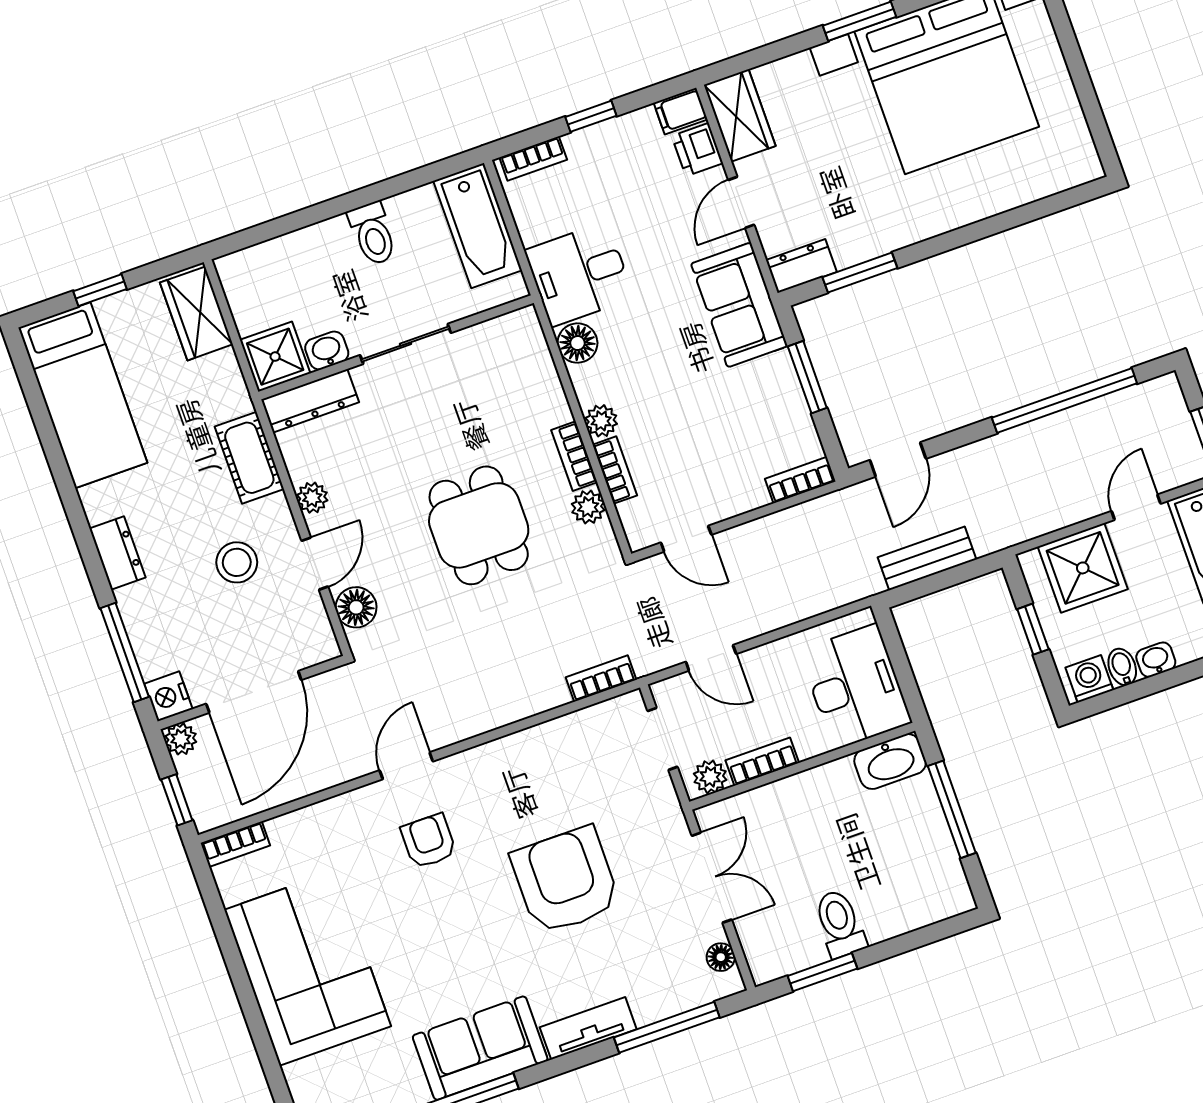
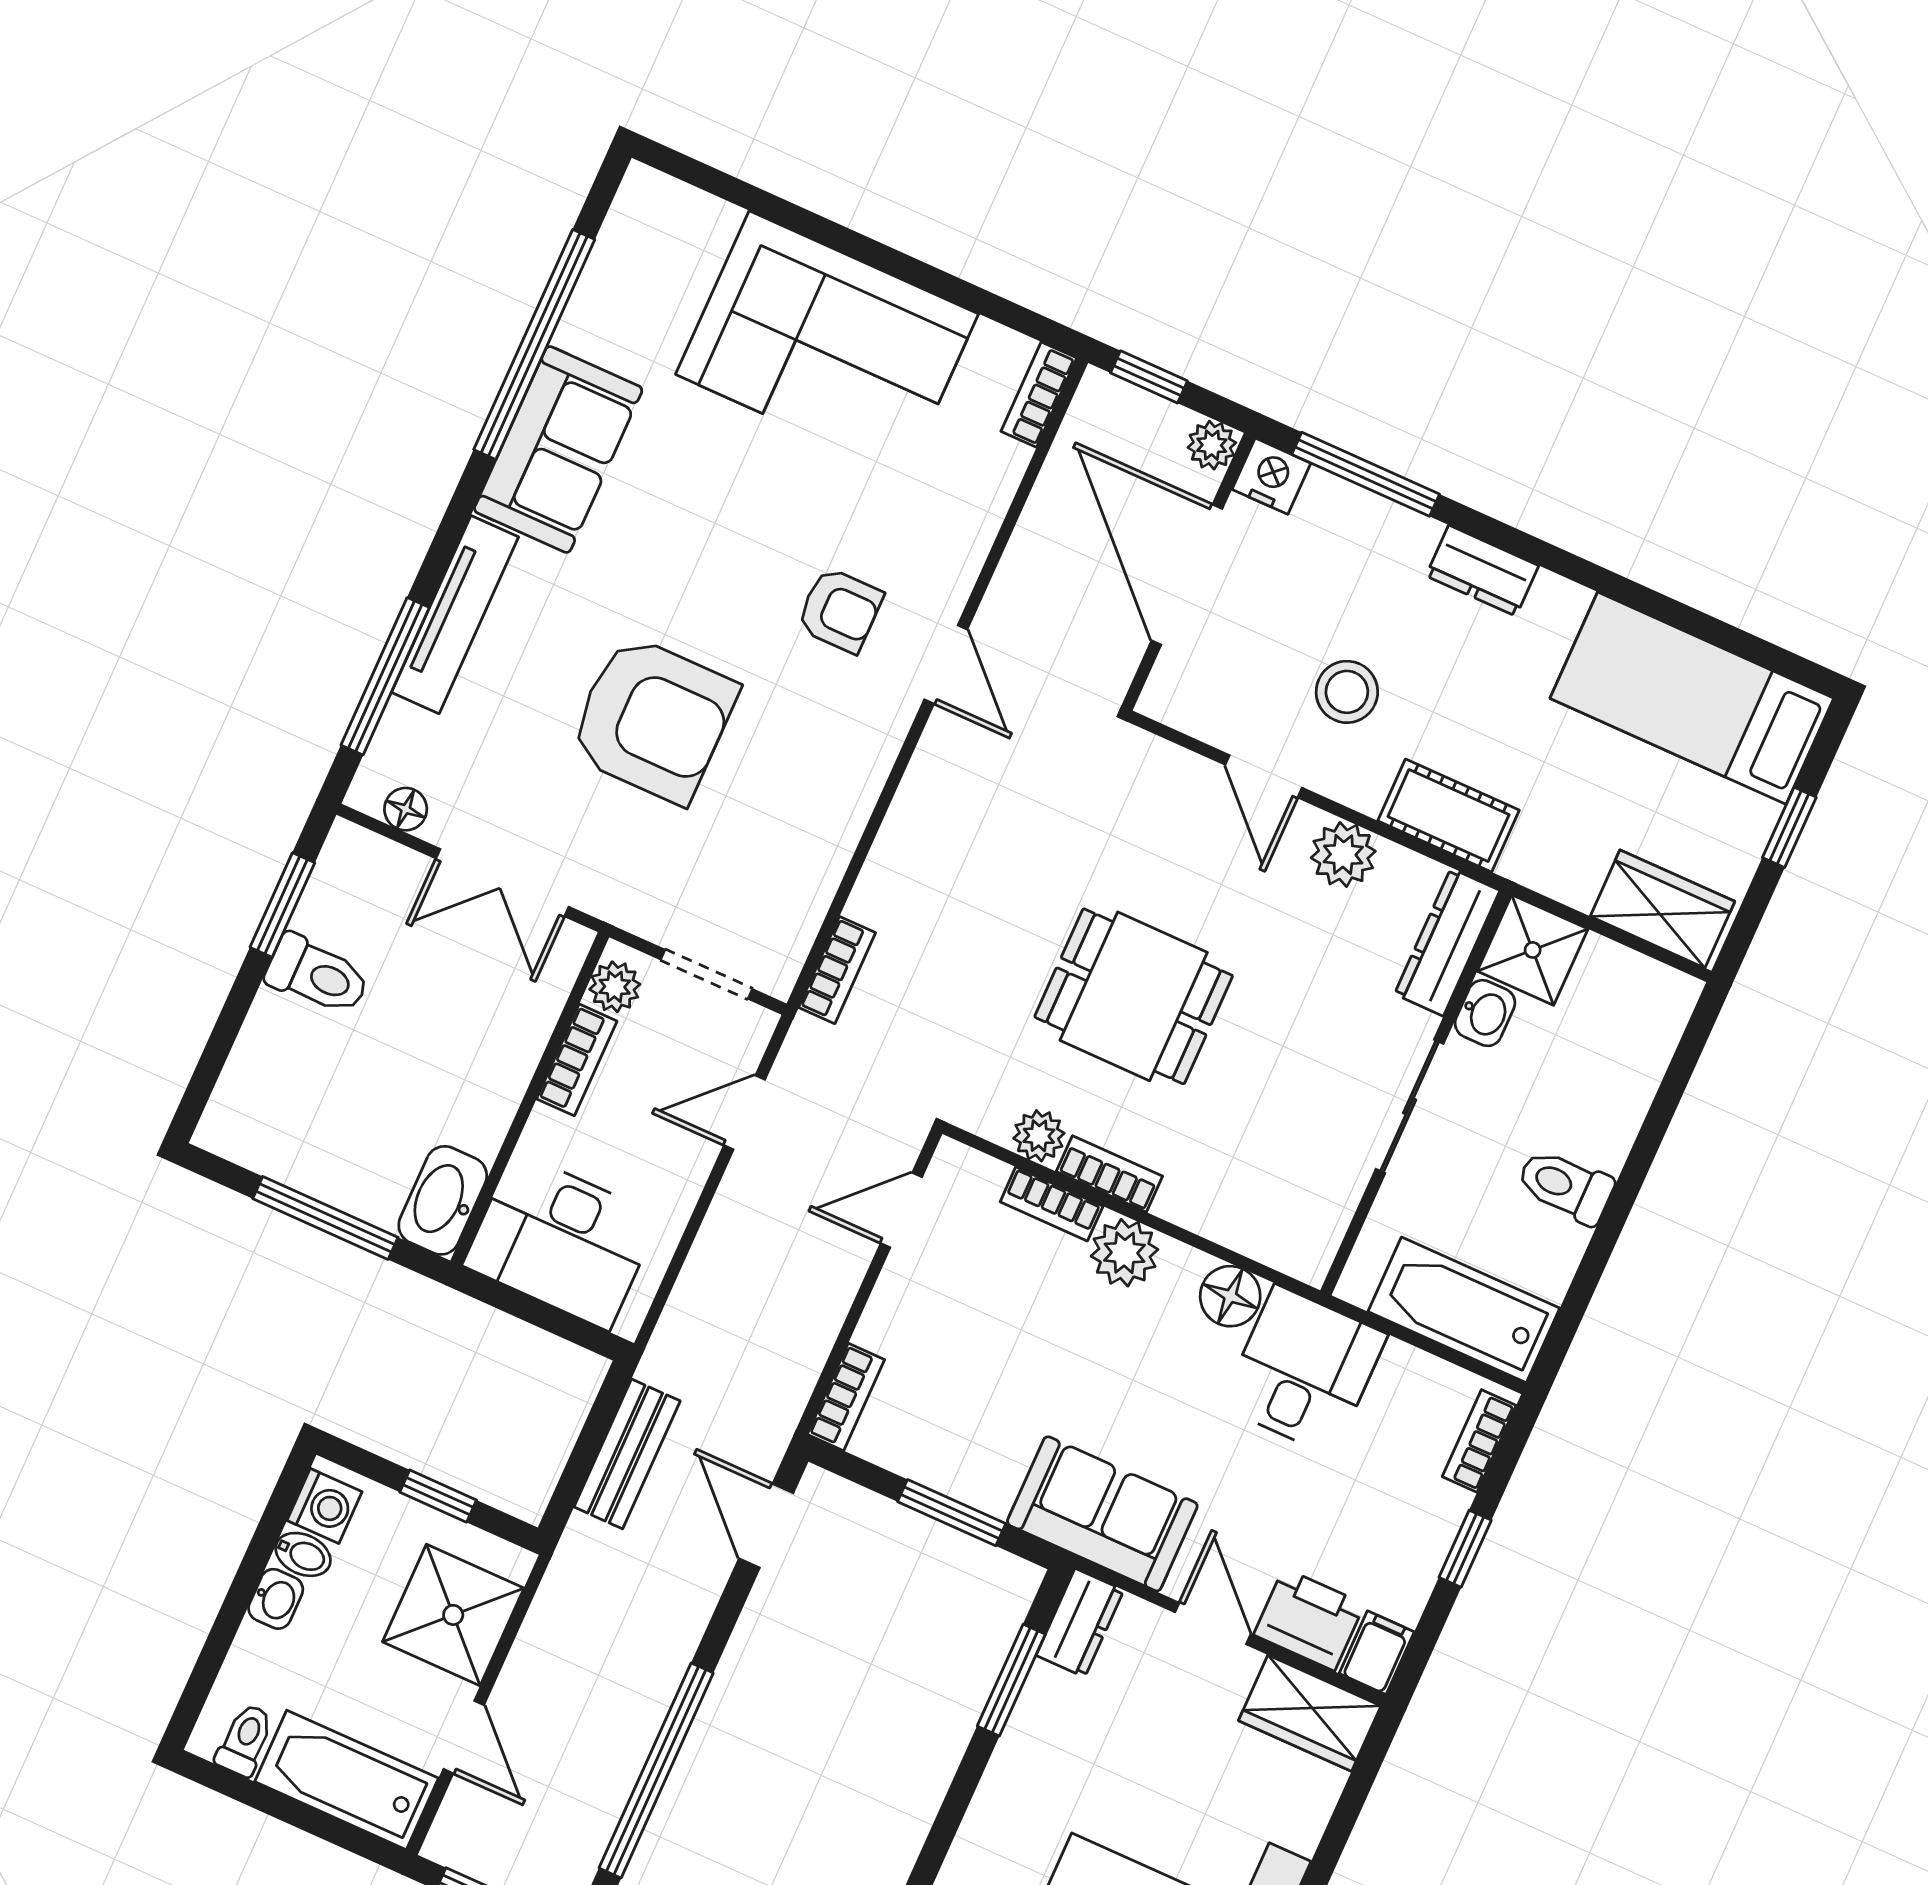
printer: (697, 149) -> (1309, 1619), width x1.36, depth x1.24
plant: (601, 421) -> (1125, 1253), width x1.38, depth x1.38
plant: (312, 498) -> (1343, 854), width x1.38, depth x1.38
floor lamp: (356, 607) -> (1172, 776), removed
tv unit: (588, 1028) -> (455, 615), width x1.41

